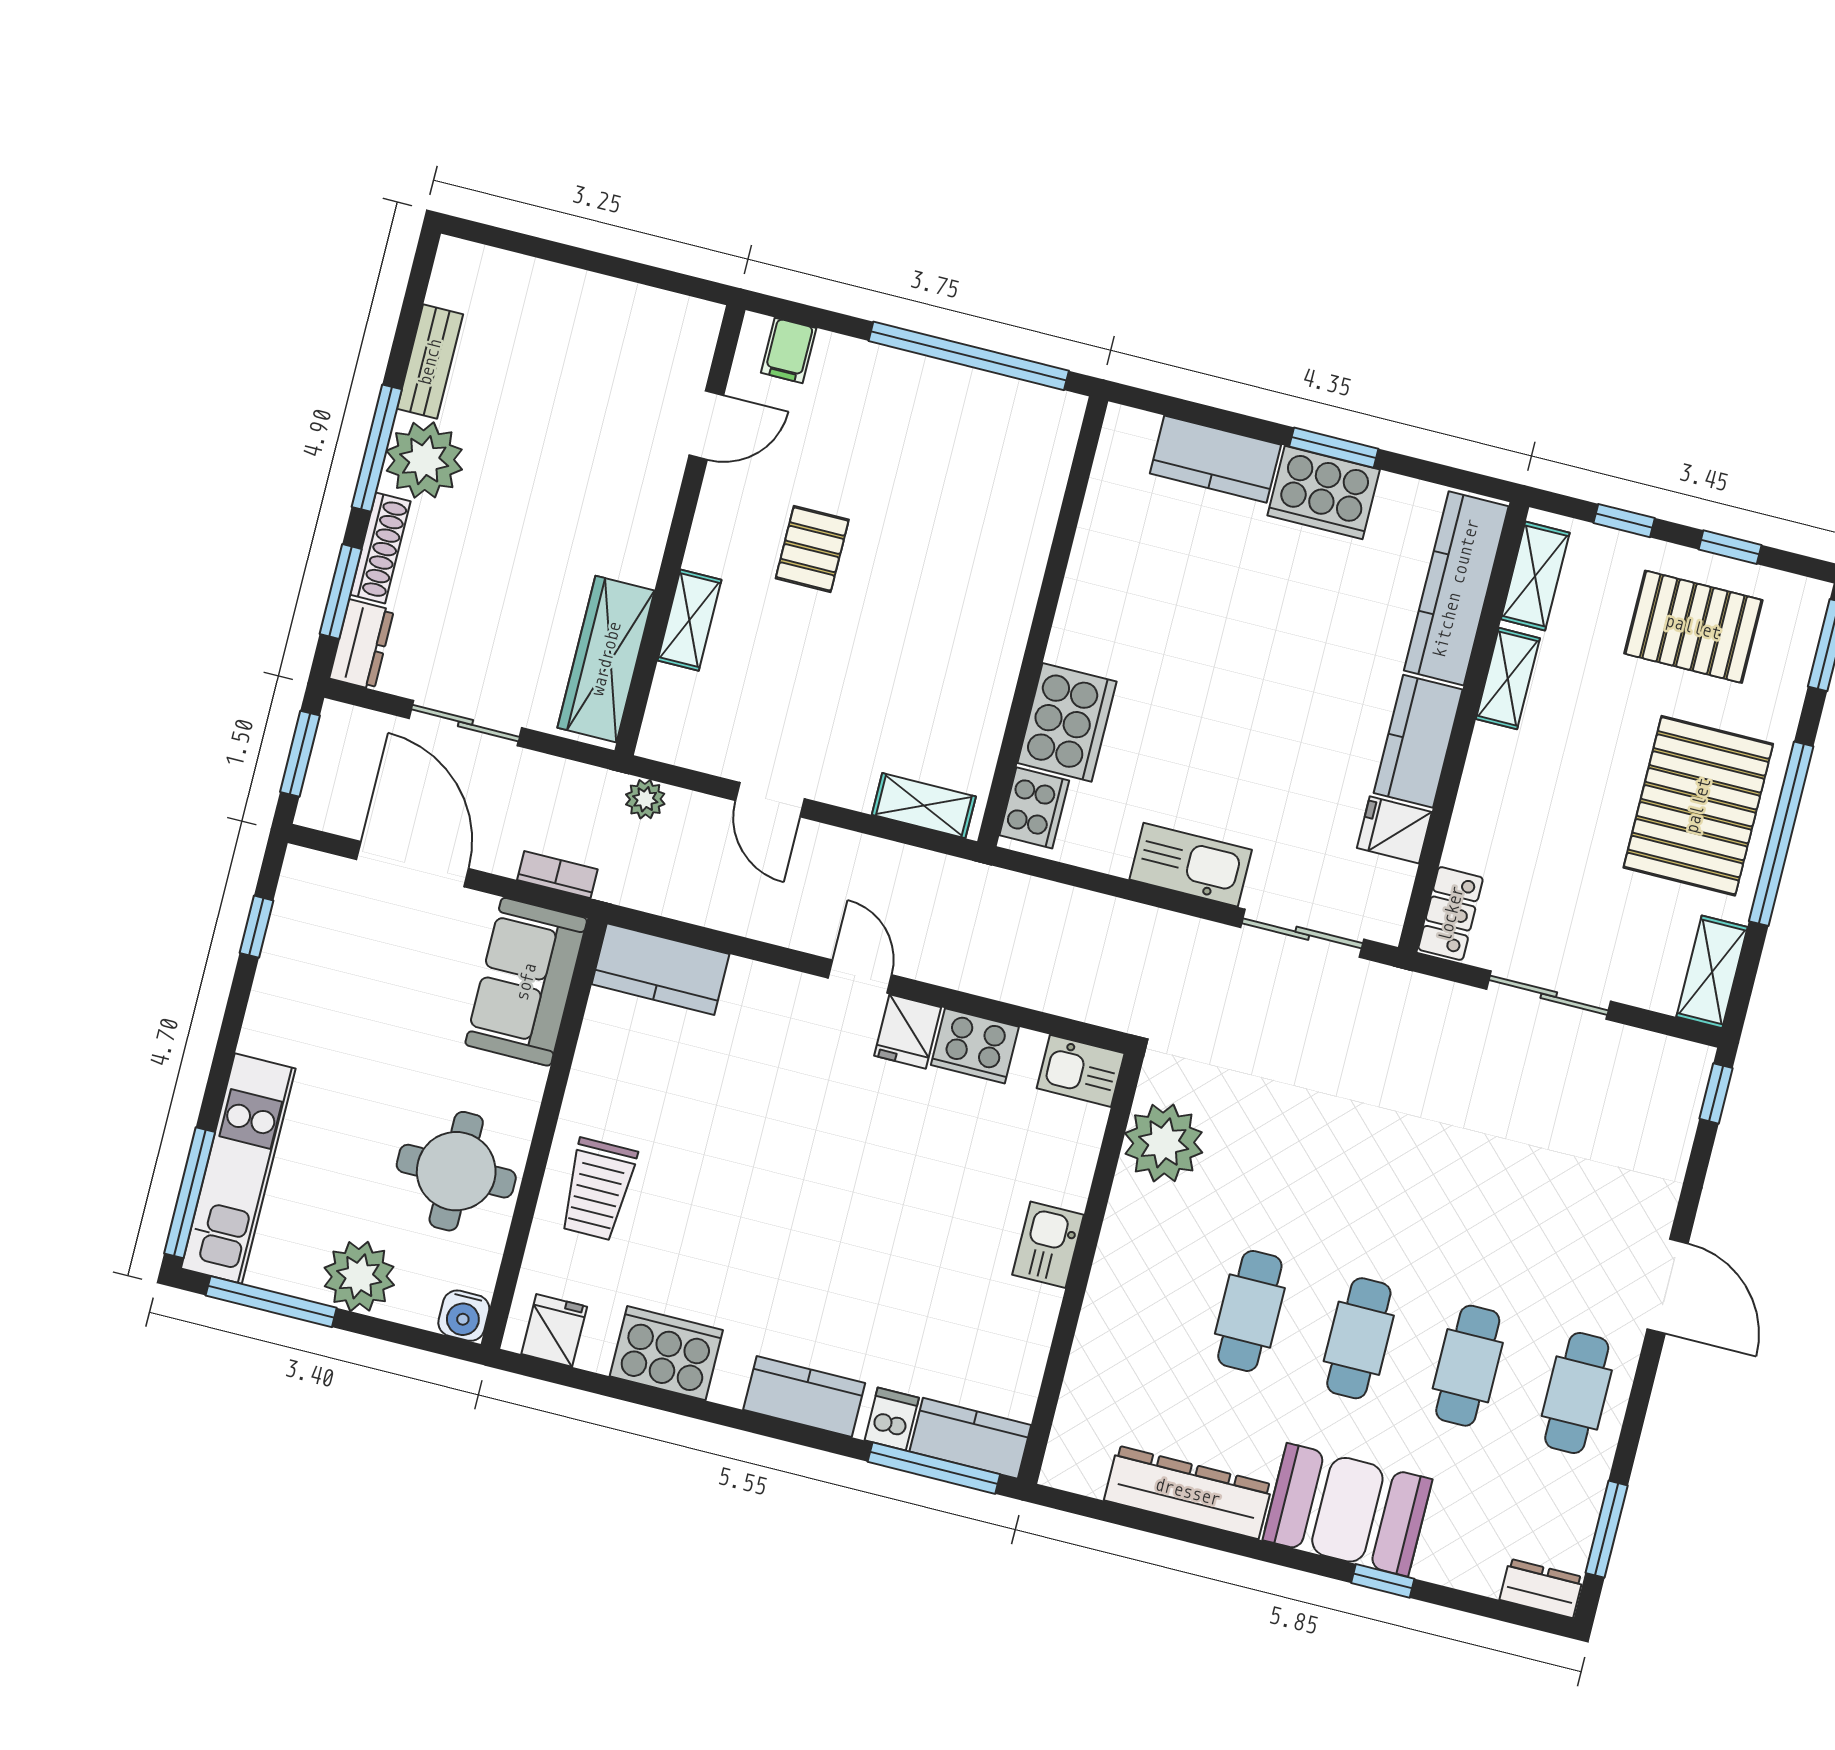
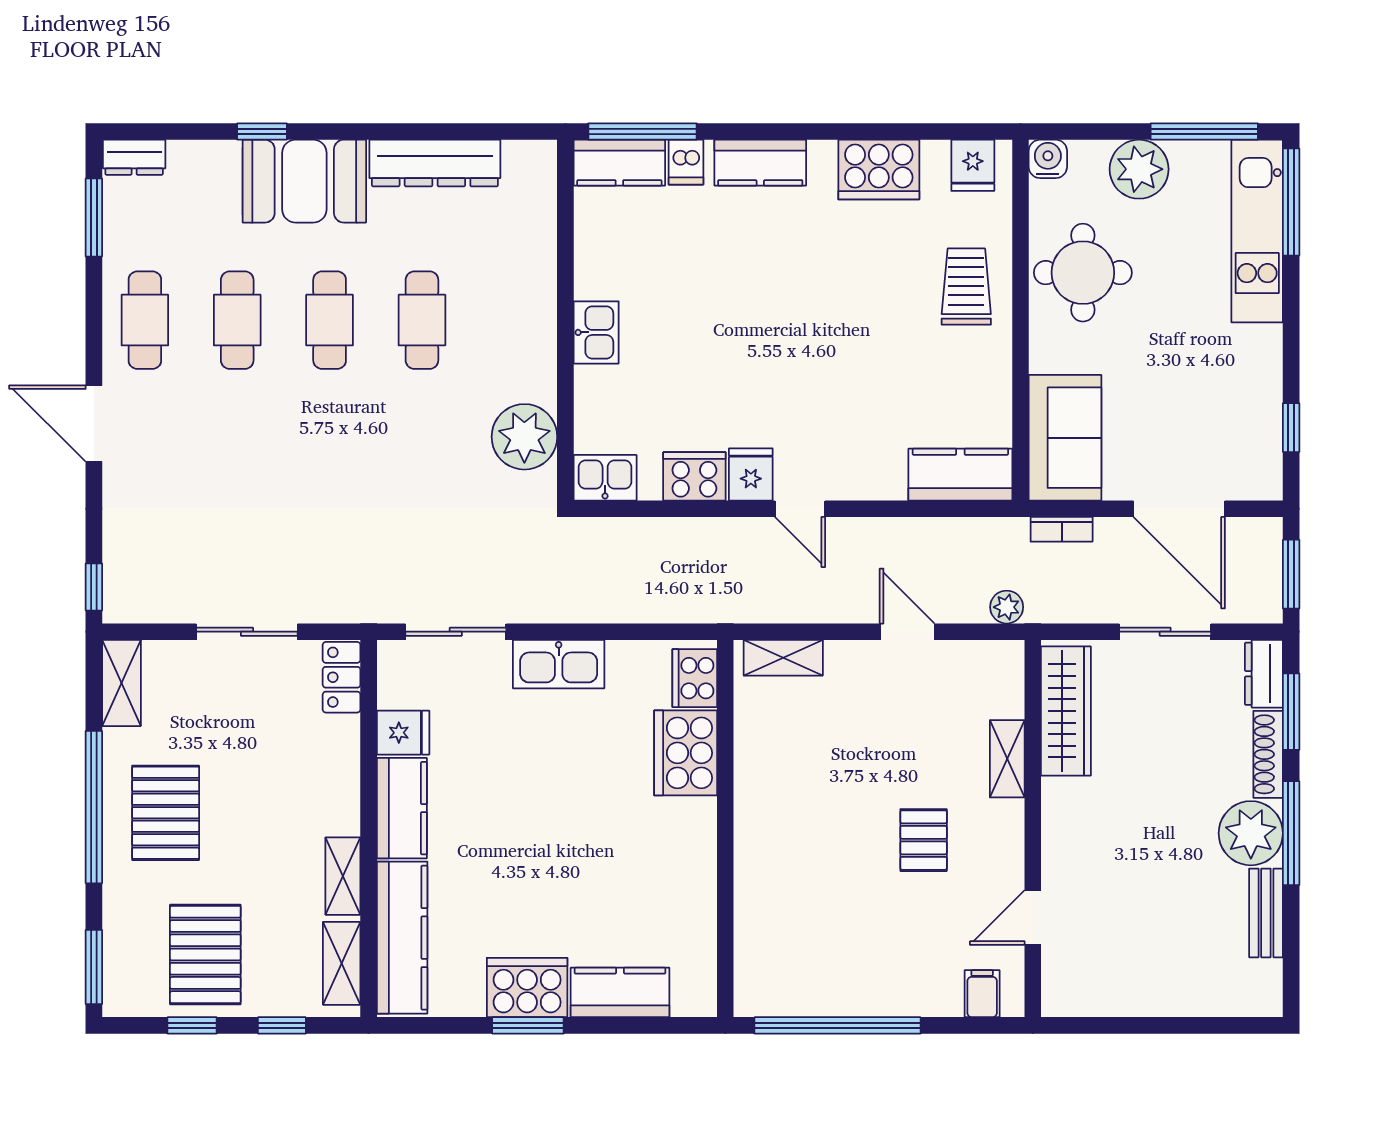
pallet: (1693, 627) -> (205, 954), turned 90
pallet: (1698, 806) -> (166, 813), width x0.73, depth x0.71

